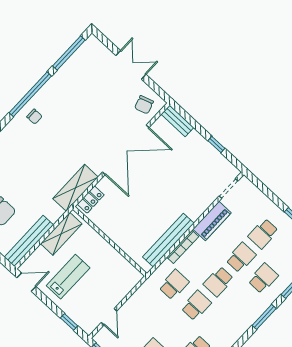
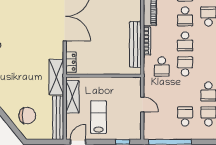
shelving: (75, 188) -> (56, 77), moved
school desk: (241, 258) -> (185, 16), turned 180
school desk: (174, 285) -> (162, 66), turned 180
door: (109, 317) -> (142, 104), moved

